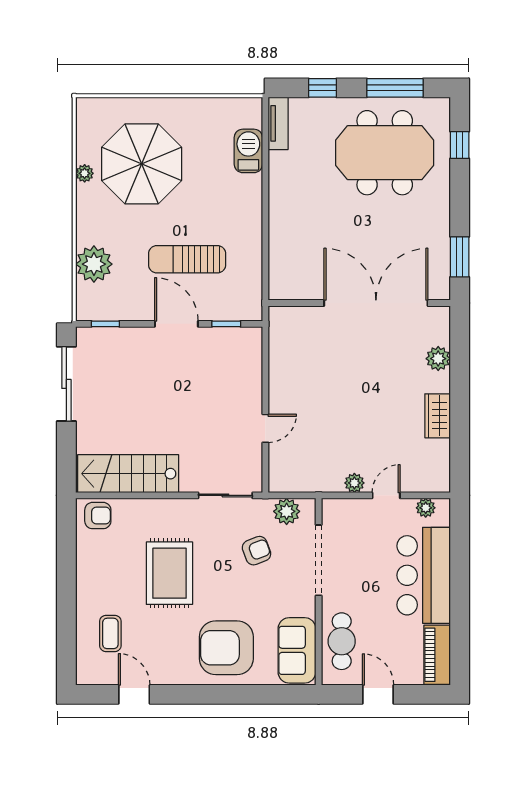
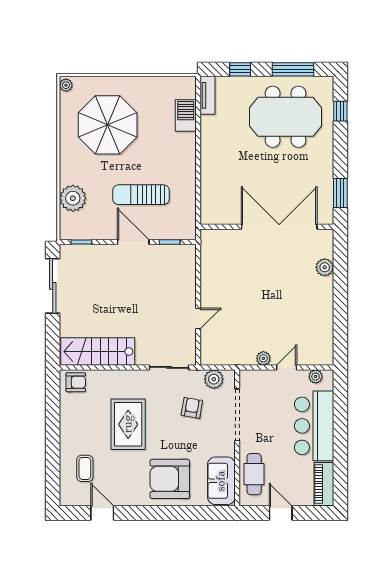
plant: (85, 173) -> (66, 85), moved
wardrobe: (438, 416) -> (324, 309), removed
armchair: (257, 551) -> (192, 408), turned -59

